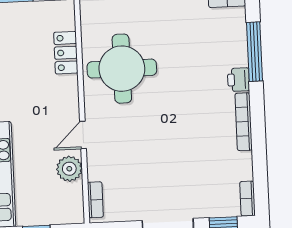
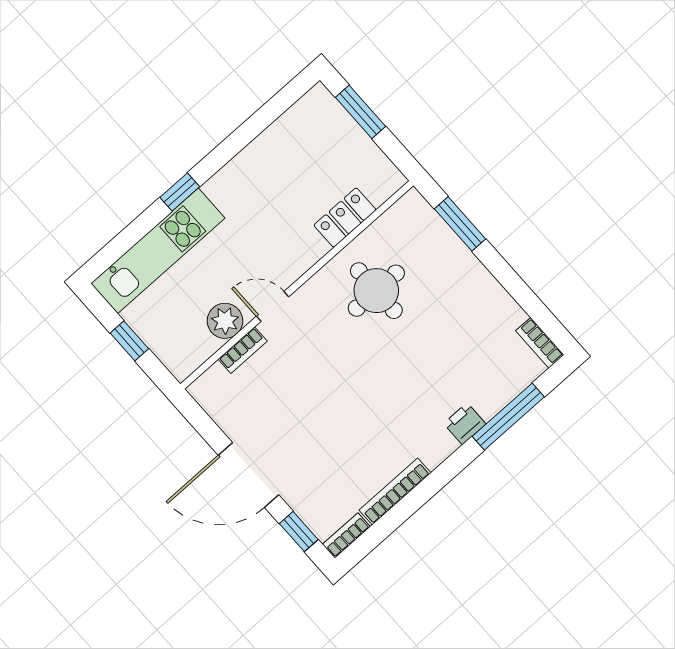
round table: (122, 69) -> (376, 291), width x0.73, depth x0.73
bookcase: (244, 122) -> (395, 492), moved
bookcase: (95, 200) -> (243, 350), moved

